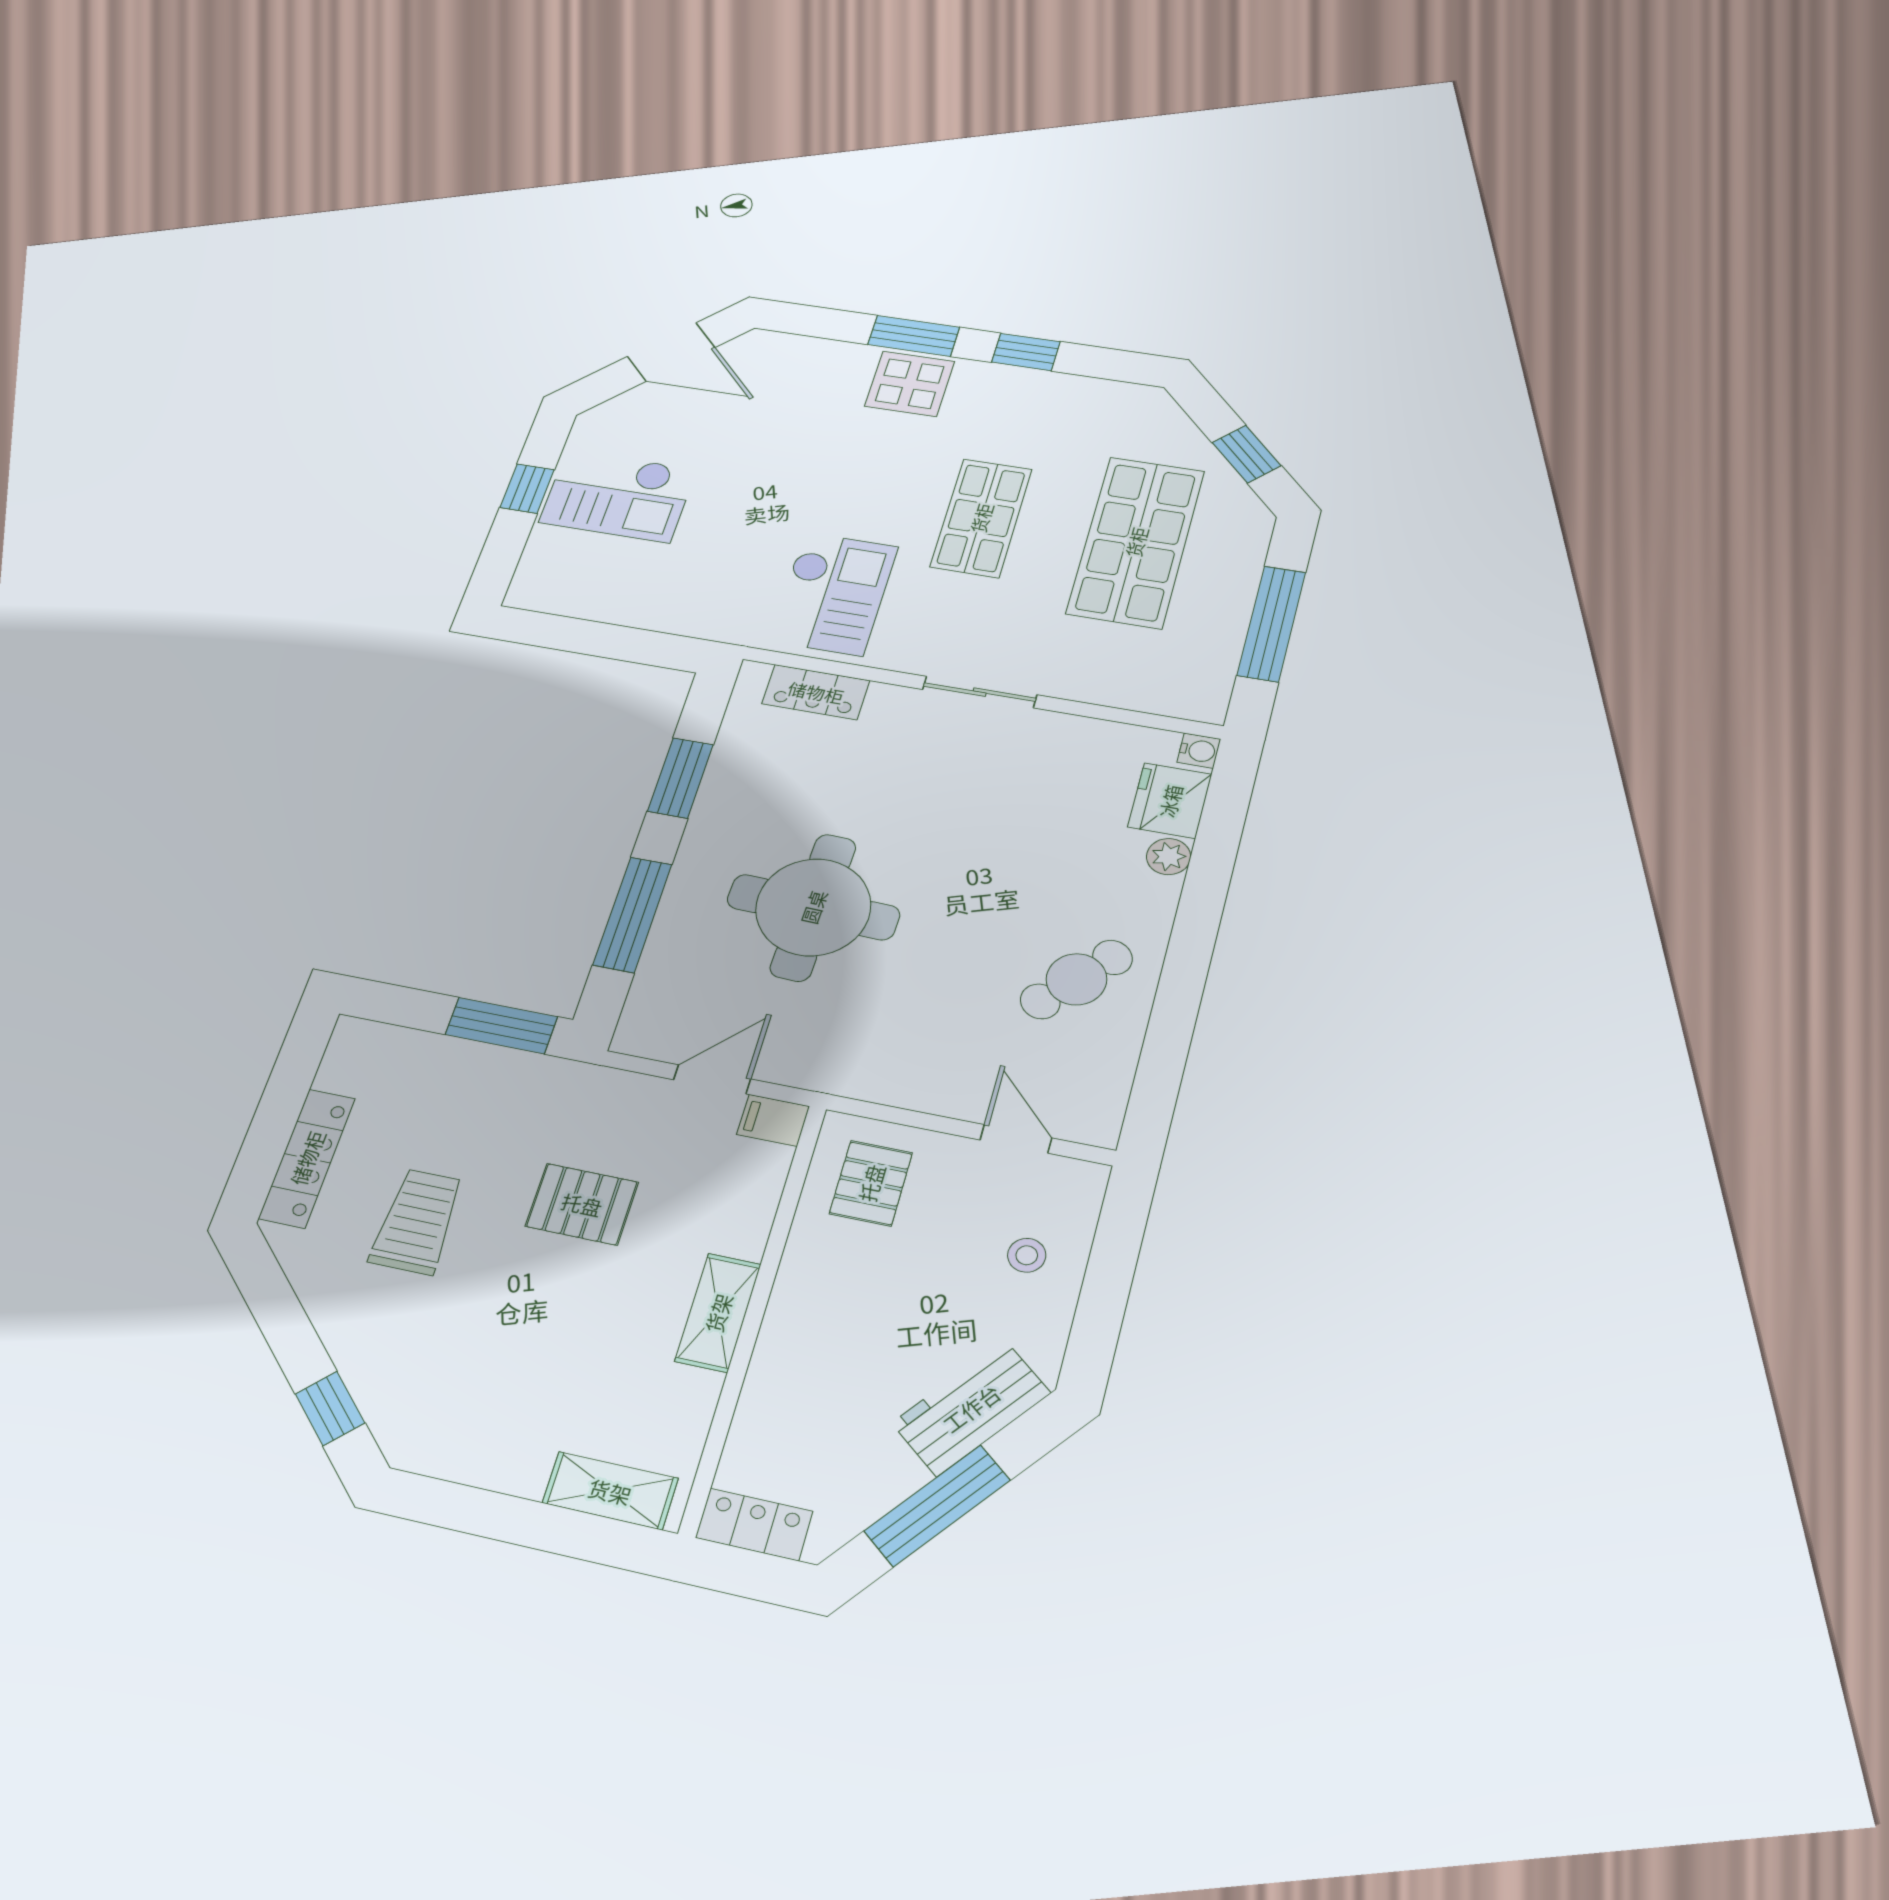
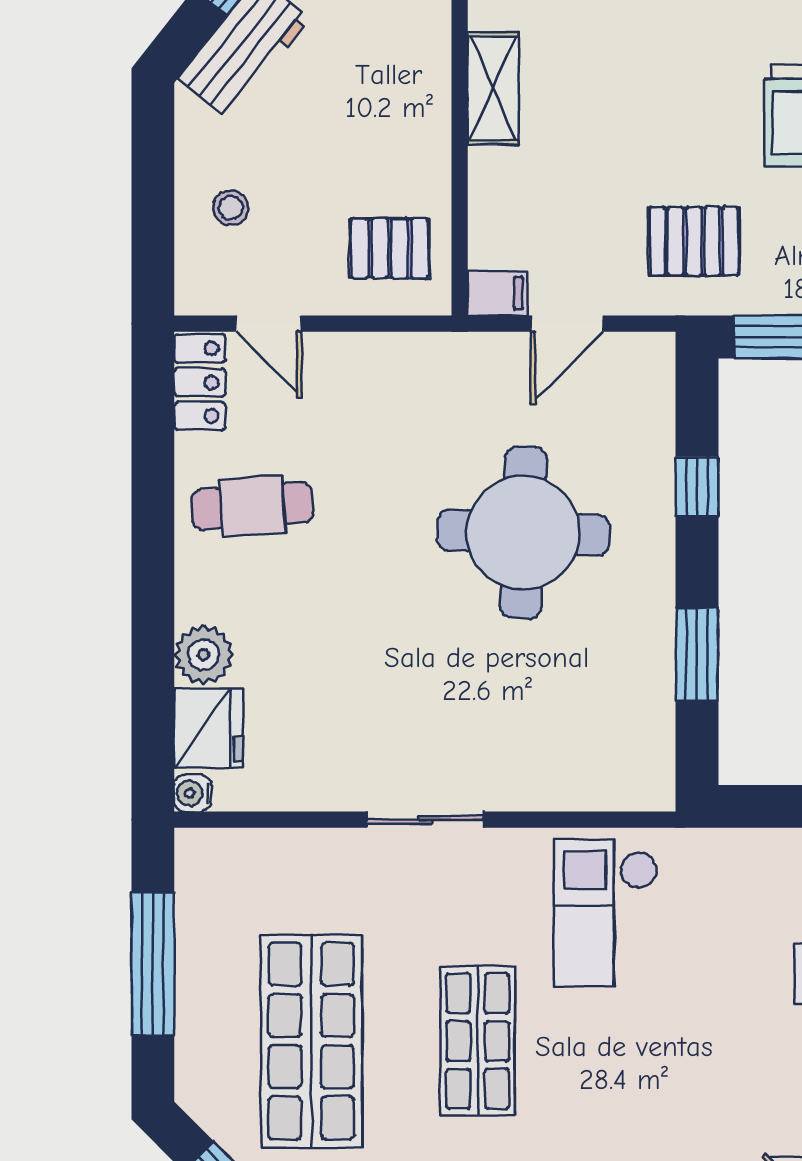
locker: (816, 692) -> (200, 382), moved, turned 90
plant: (1169, 857) -> (204, 655), width x1.38, depth x1.38
window: (632, 915) -> (697, 487), width x0.46
cafe table: (1076, 979) -> (252, 506), turned 44
pallet: (871, 1183) -> (390, 248), turned 90
pallet: (582, 1204) -> (694, 241), moved

